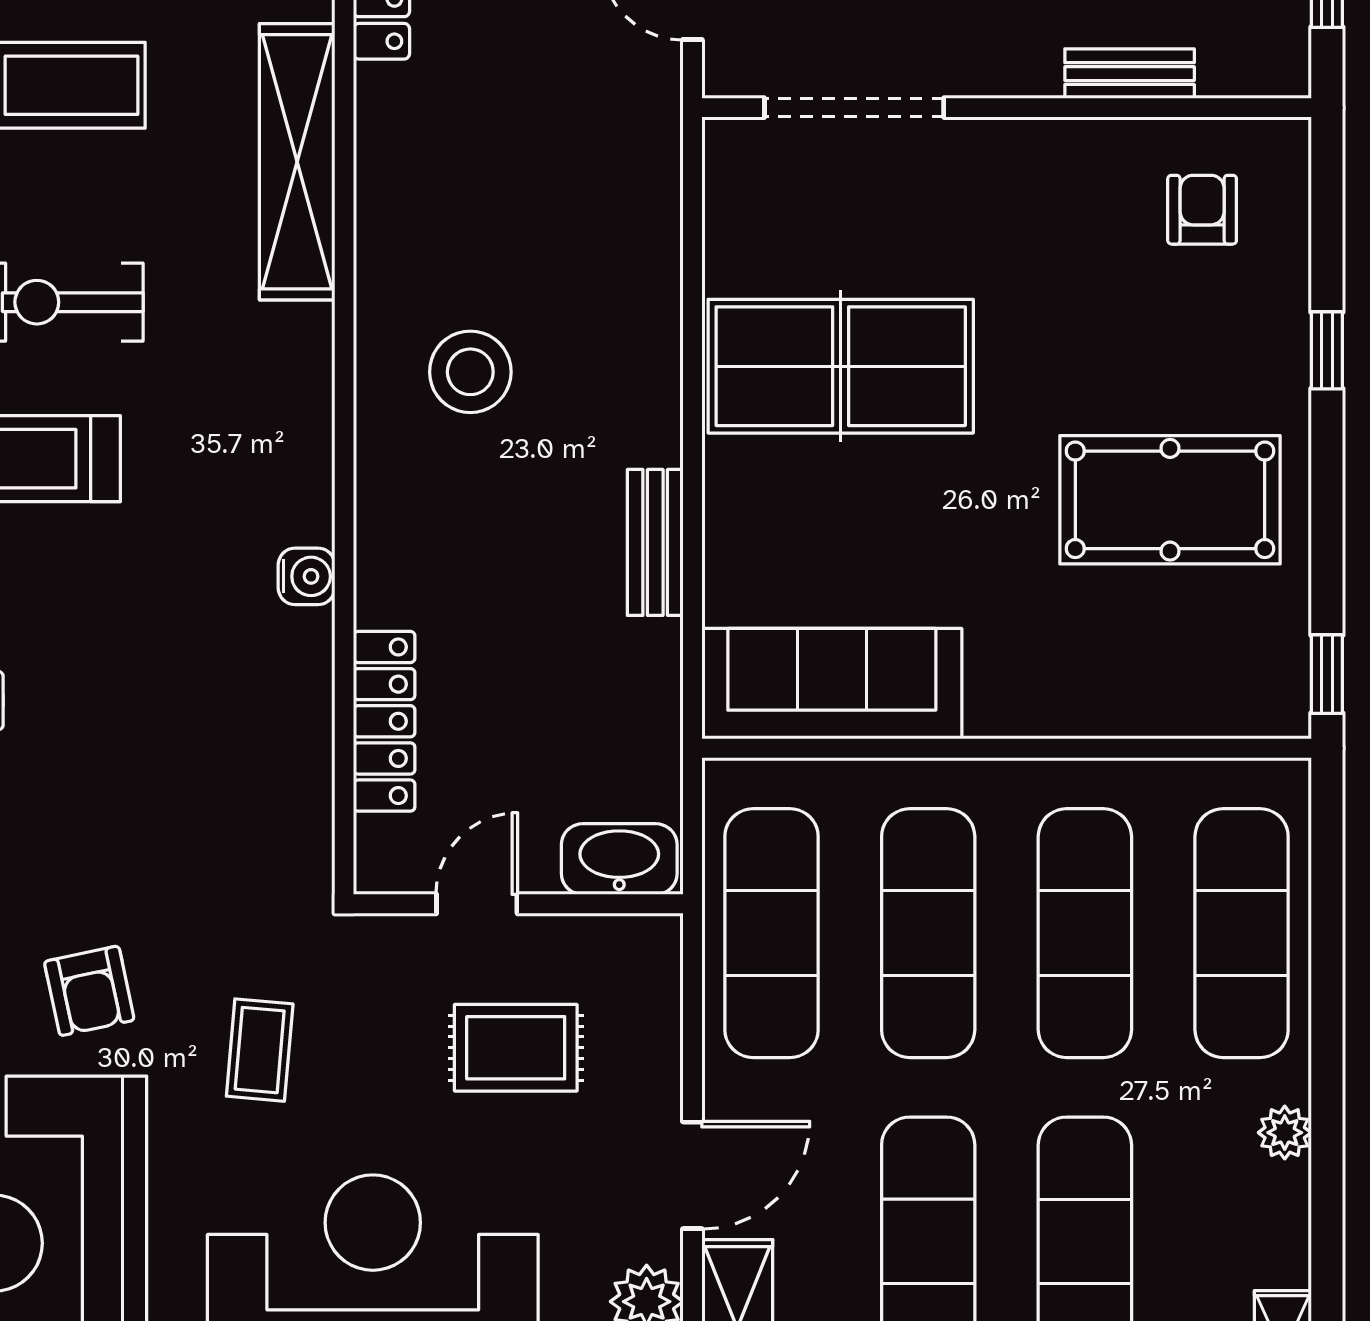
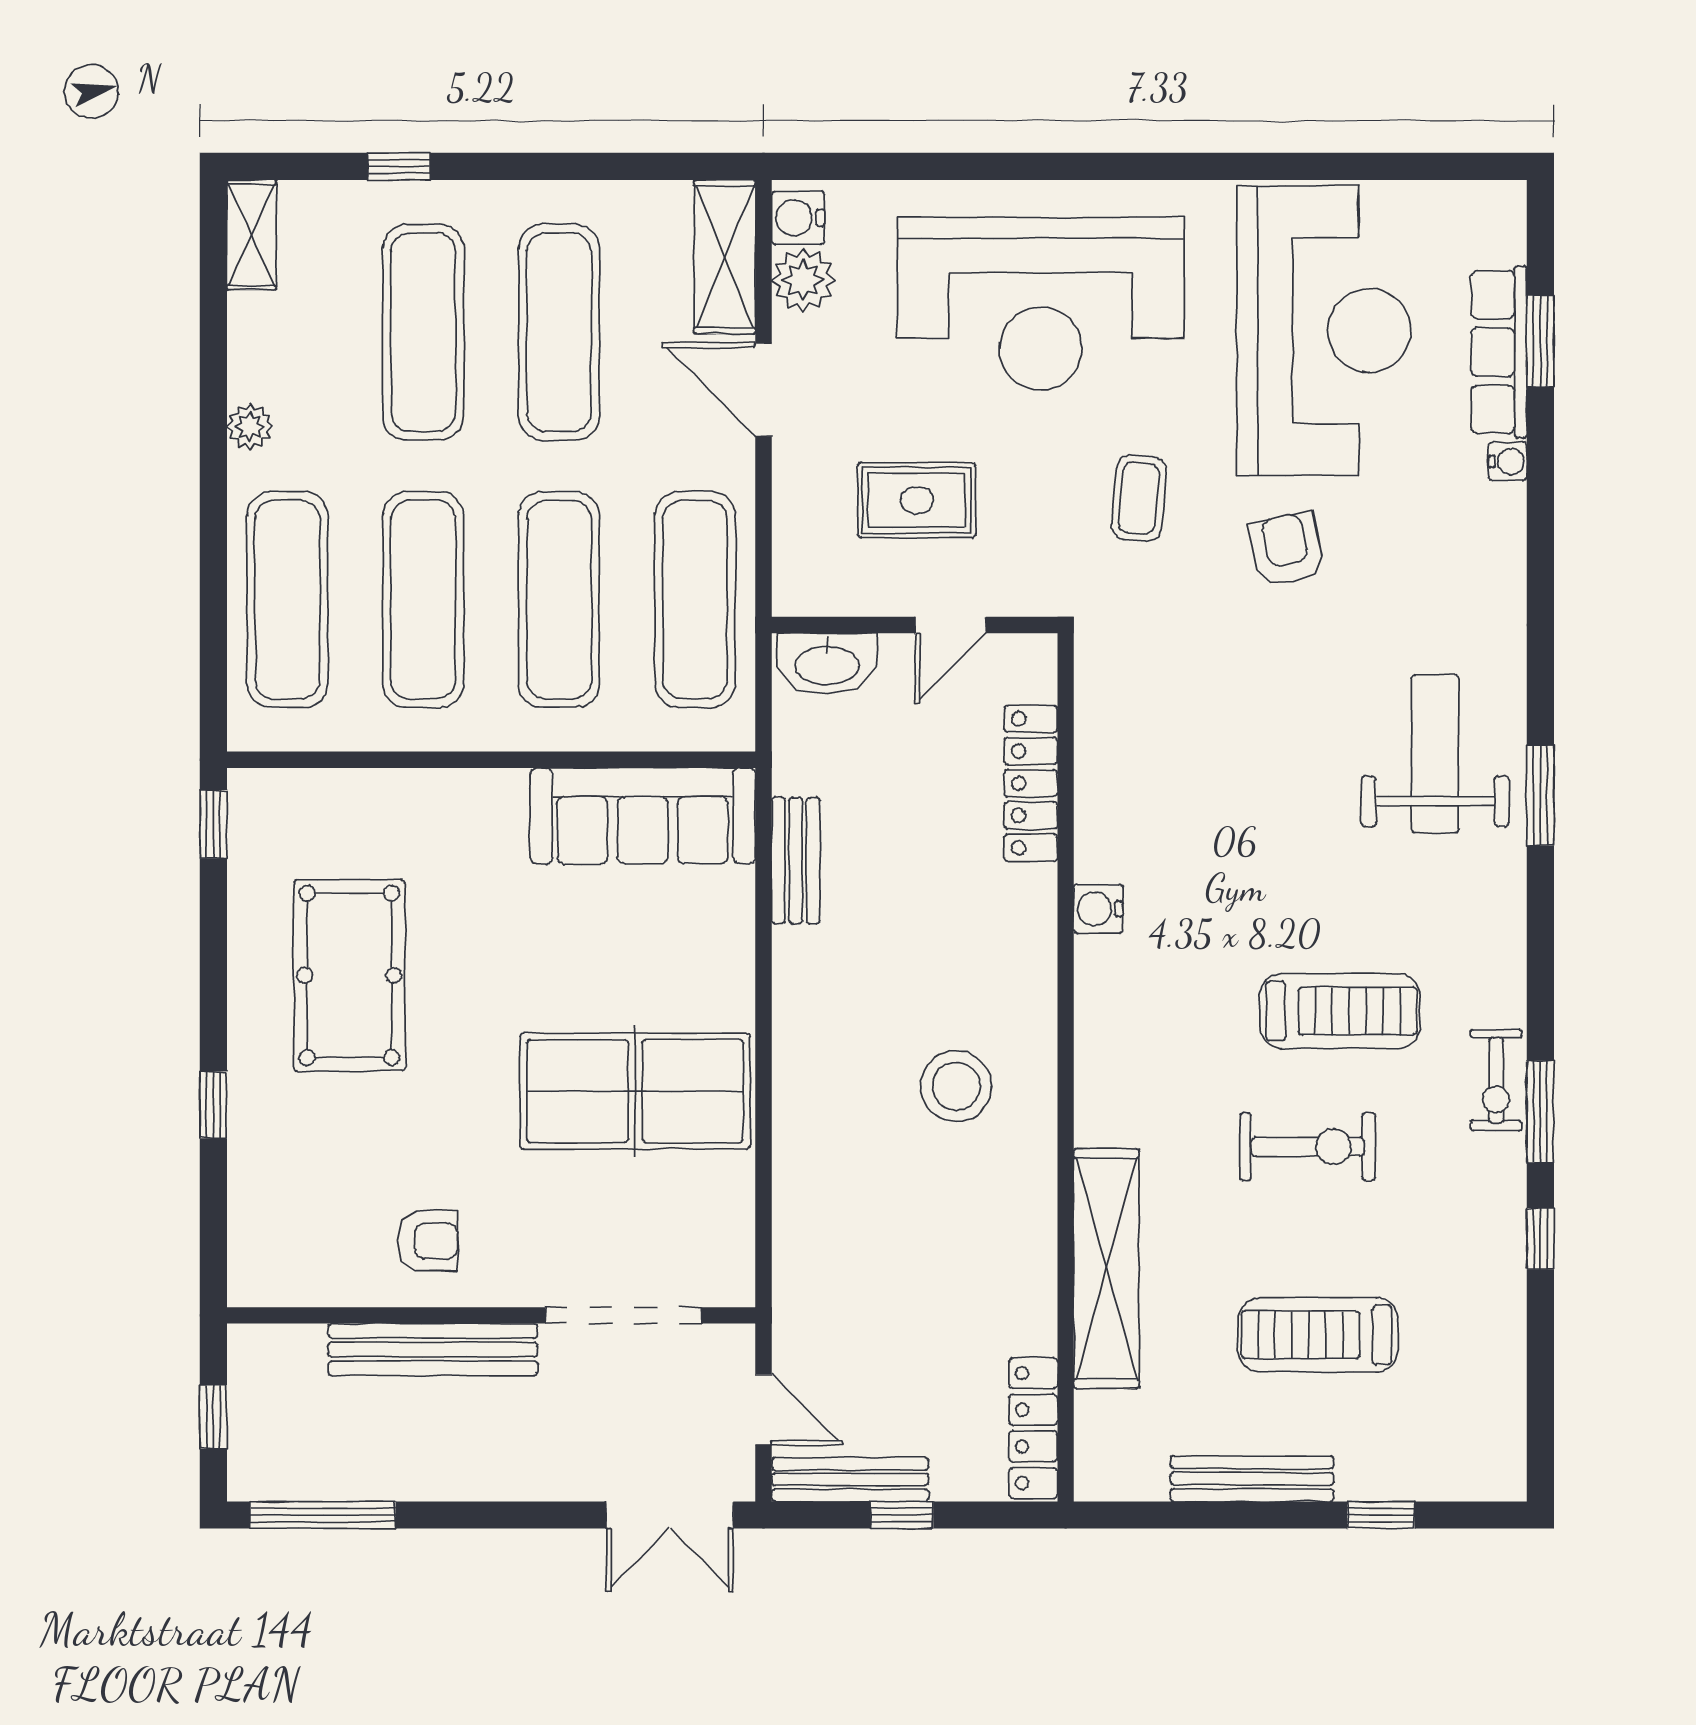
bench: (1130, 74) -> (433, 1350), width x1.86, depth x1.21
armchair: (1202, 210) -> (428, 1241), moved, turned -90
pool table: (1170, 500) -> (349, 975), turned 90
bench: (655, 542) -> (796, 861), moved
door: (692, 1175) -> (764, 390), hinge flipped

